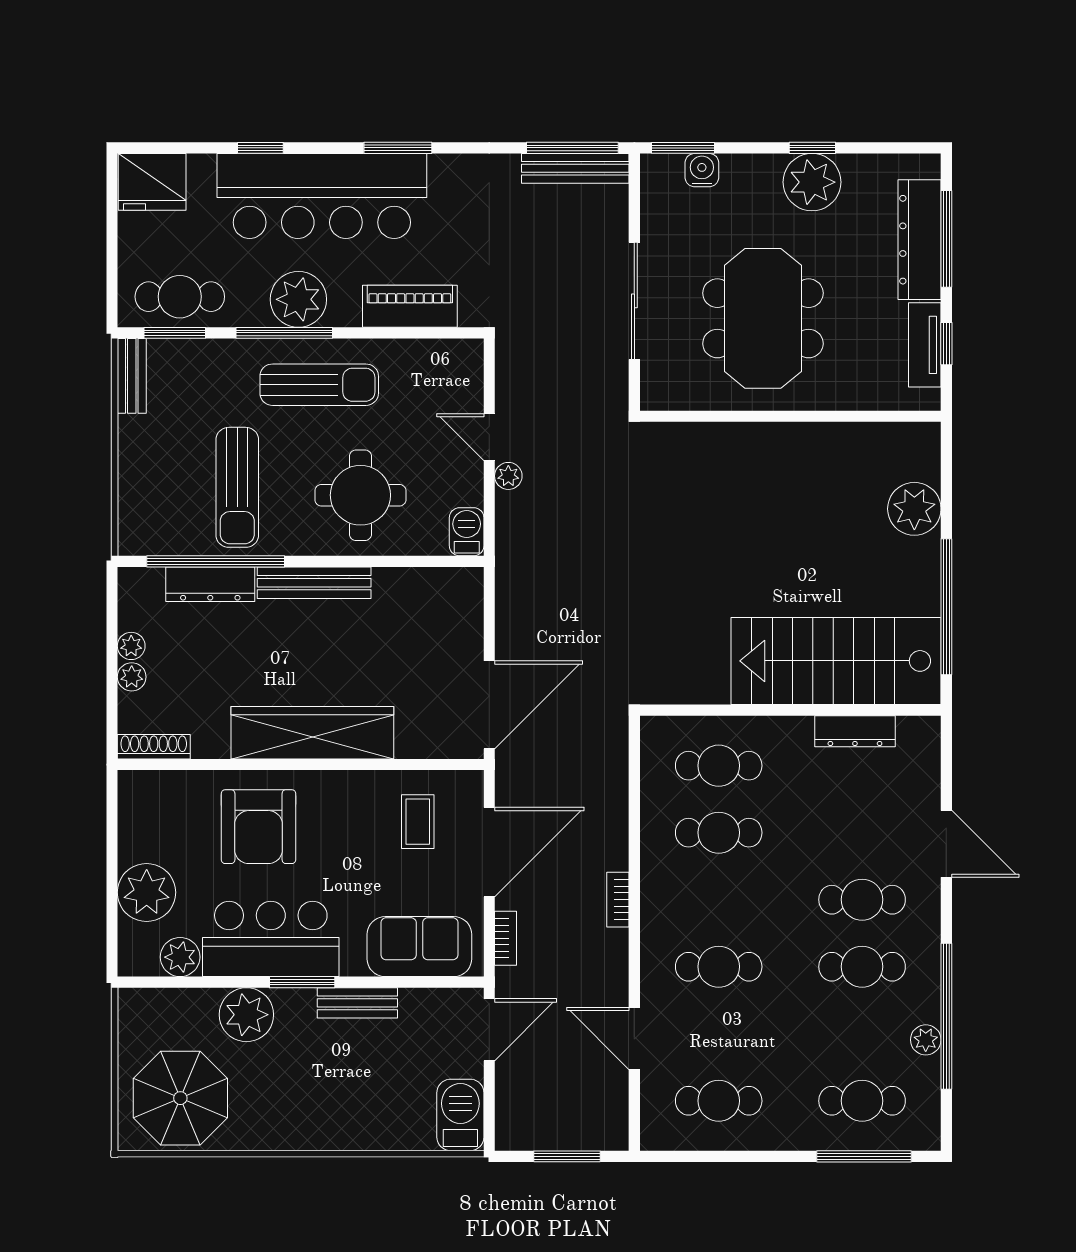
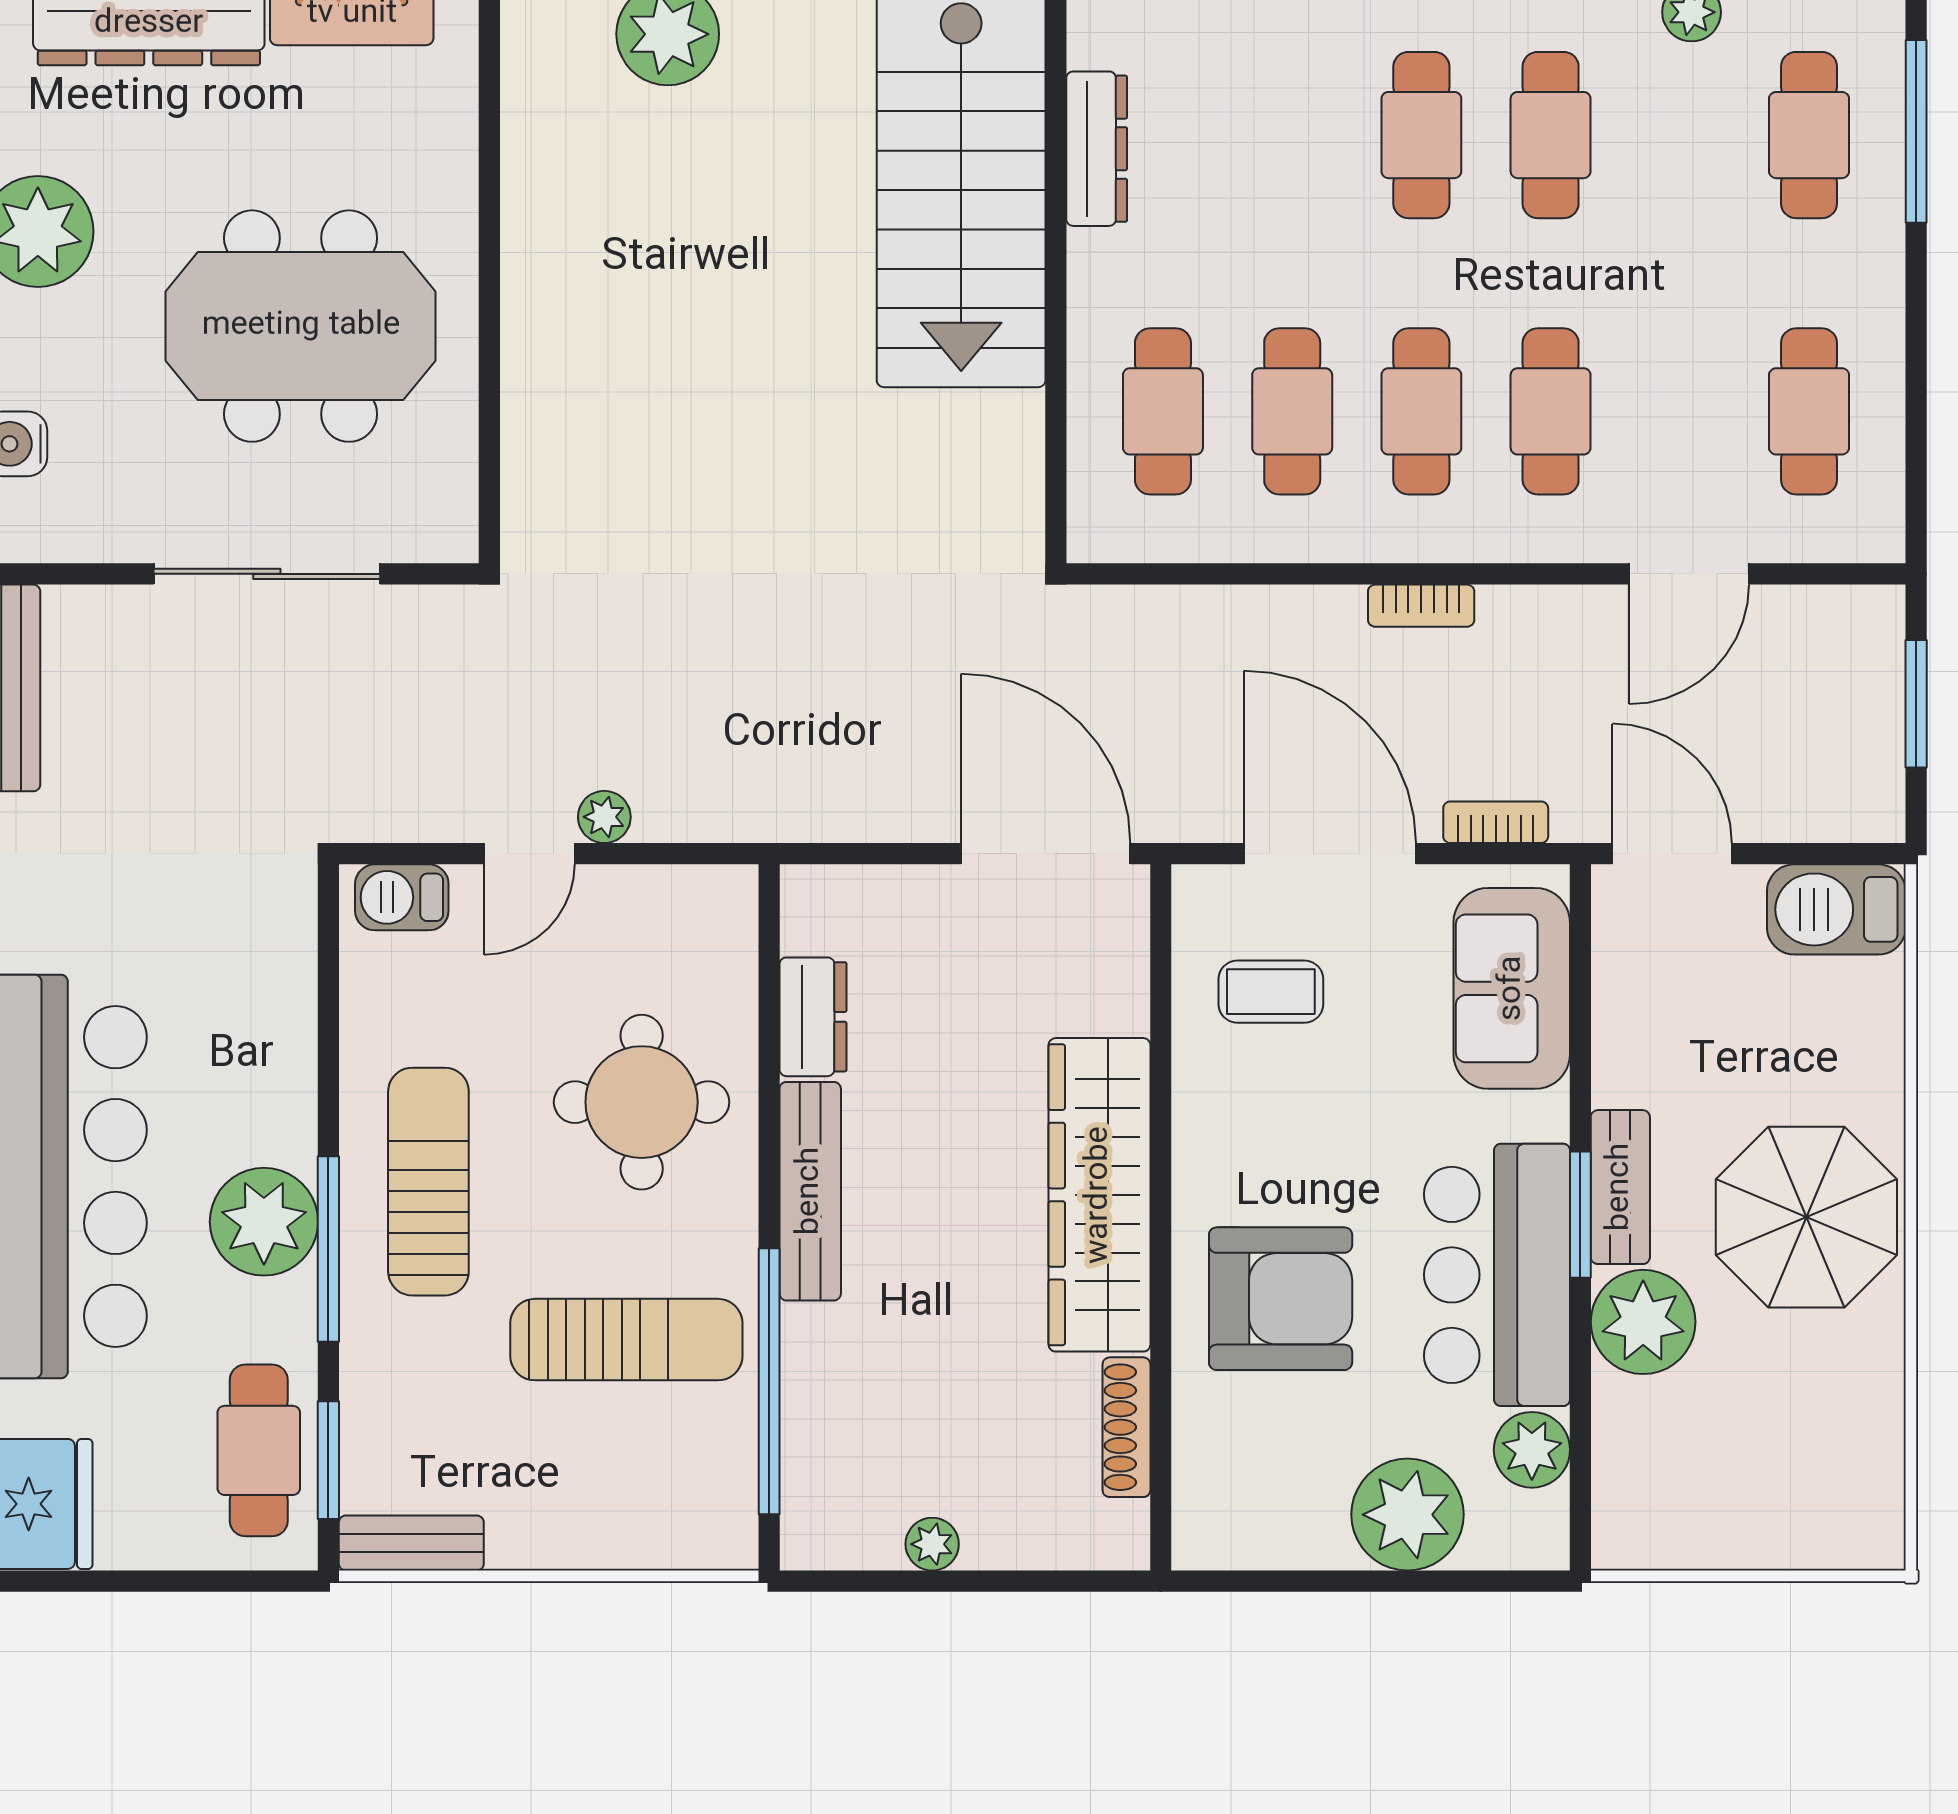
piano: (410, 306) -> (277, 1007), removed
barbecue: (467, 532) -> (402, 897), moved
dresser: (210, 584) -> (813, 1017), moved, width x0.70
plant: (132, 677) -> (992, 1543), removed
shoe rack: (154, 747) -> (1126, 1427), moved
cafe table: (719, 900) -> (1421, 411), added
bench: (357, 1003) -> (1620, 1187), moved
parasol: (180, 1098) -> (1806, 1217), moved

